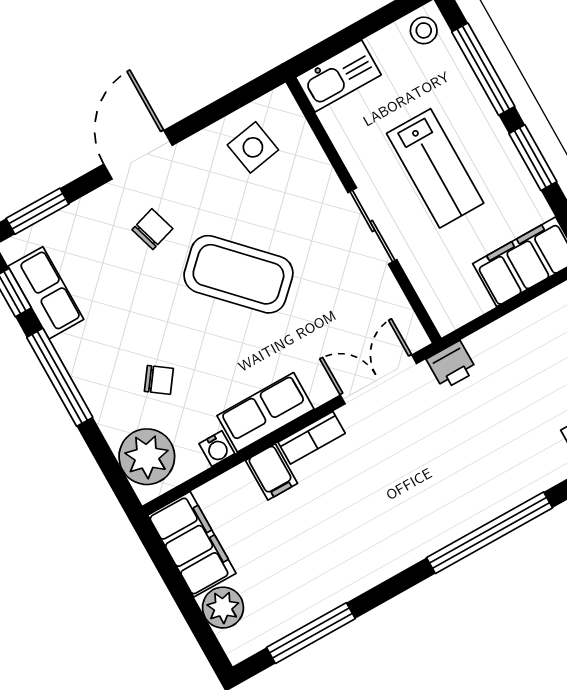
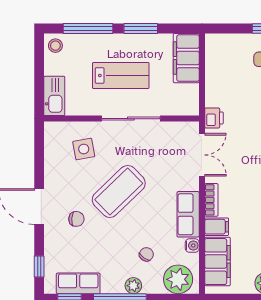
side table: (253, 147) -> (84, 149), moved
window: (37, 211) -> (39, 266), width x0.67
sliding door: (372, 226) -> (131, 119), width x1.37
chair: (152, 229) -> (76, 219), turned 110
double door: (378, 379) -> (202, 155), swing flipped
plant: (94, 388) -> (133, 286), added
filing cabinet: (192, 544) -> (217, 262), moved, turned 90

